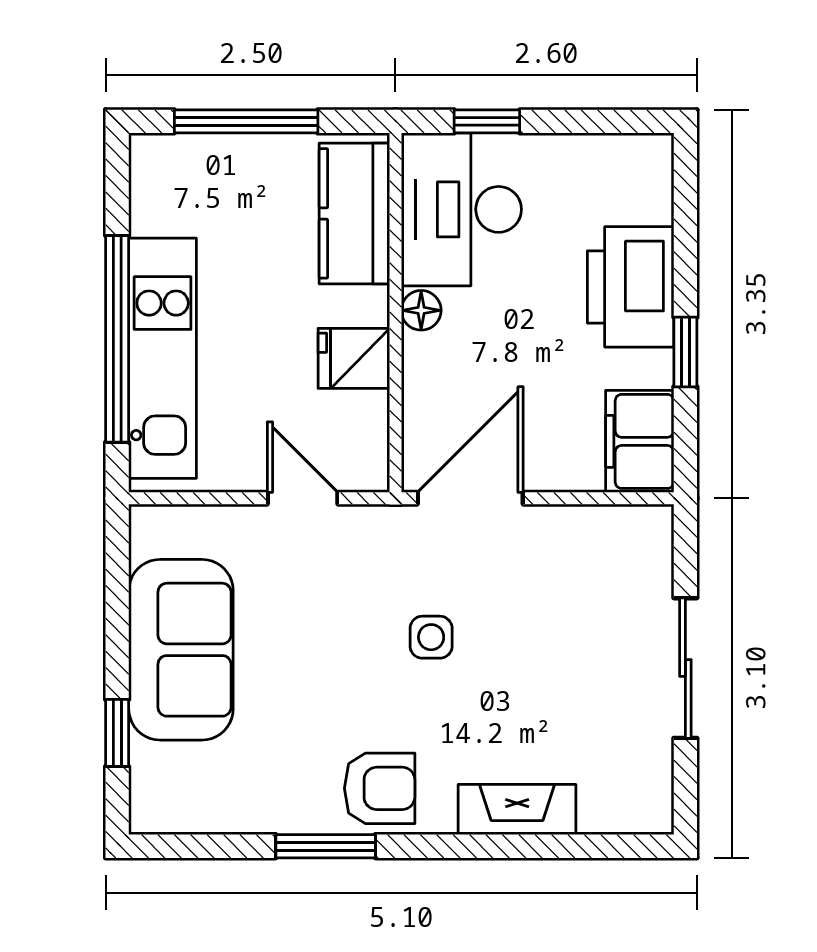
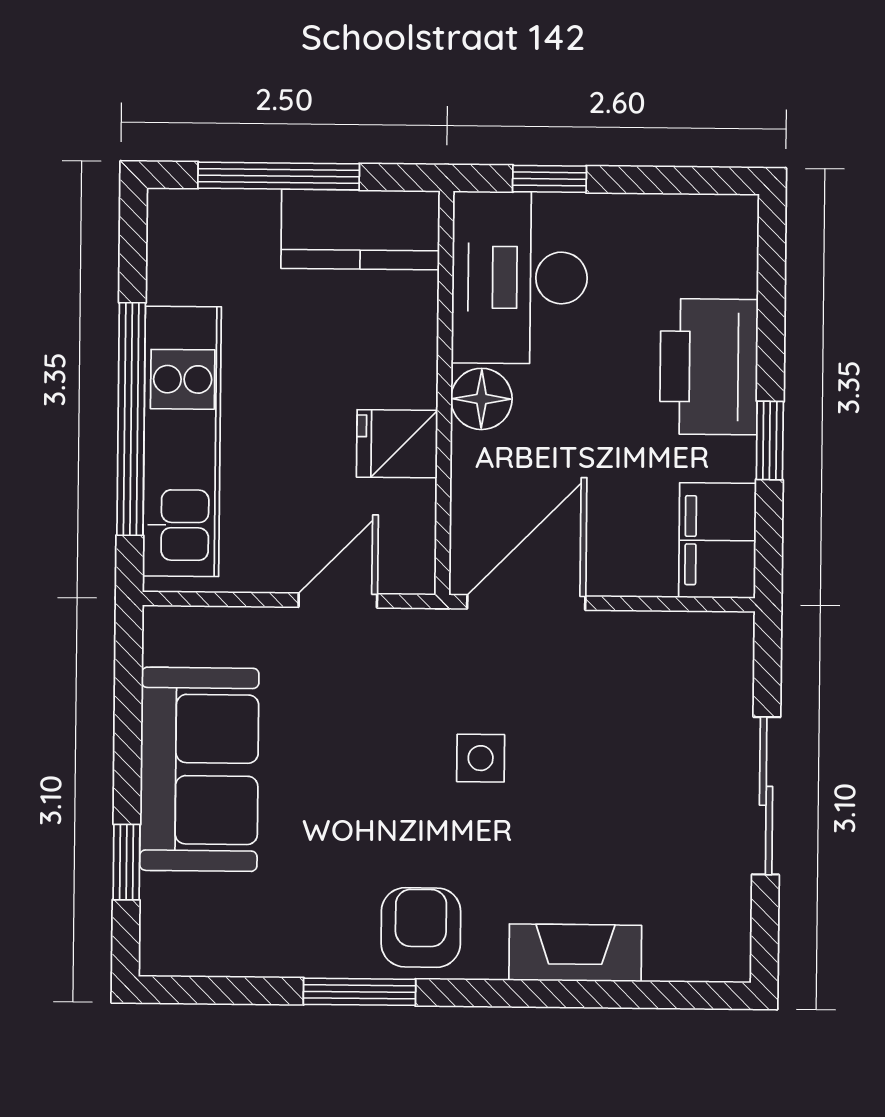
kitchen counter: (354, 213) -> (360, 230), moved, turned -90
floor lamp: (421, 310) -> (481, 399), width x1.37, depth x1.37
door: (303, 498) -> (338, 600), hinge flipped
armchair: (380, 788) -> (421, 927), turned -90

